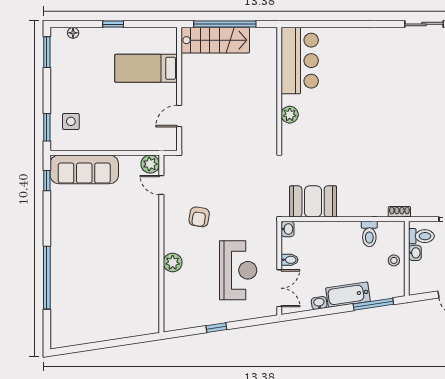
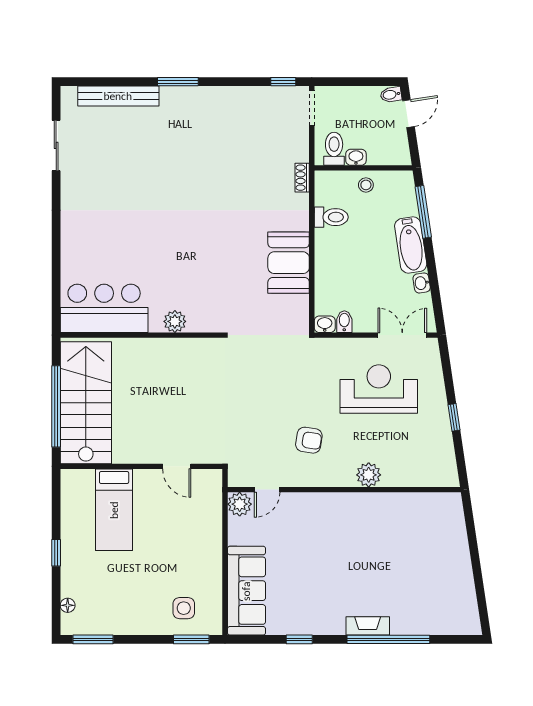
stairs: (215, 40) -> (86, 403), width x1.36, depth x1.51
window: (47, 181) -> (299, 639), moved
booth: (313, 201) -> (289, 263), moved
bidet: (290, 260) -> (344, 322), moved
fireplace: (57, 262) -> (368, 626), added

